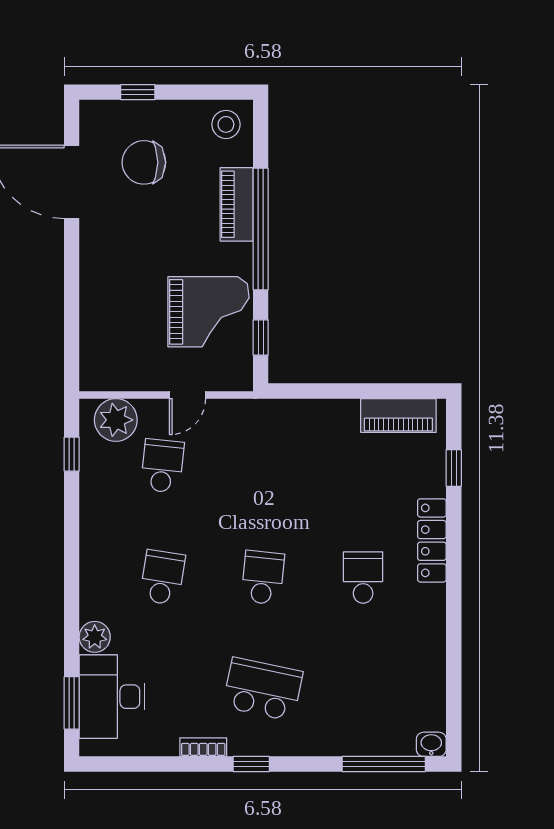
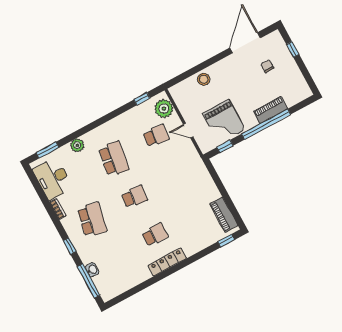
stool: (226, 124) -> (204, 79), moved
chair: (144, 162) -> (267, 66), width x0.54, depth x0.54
window: (454, 468) -> (226, 241), moved
locker: (432, 540) -> (167, 262), moved
school desk: (162, 578) -> (114, 159), width x1.85
desk: (112, 697) -> (53, 179), moved, turned -90
washbasin: (431, 744) -> (92, 270), moved
window: (251, 764) -> (70, 246), moved

